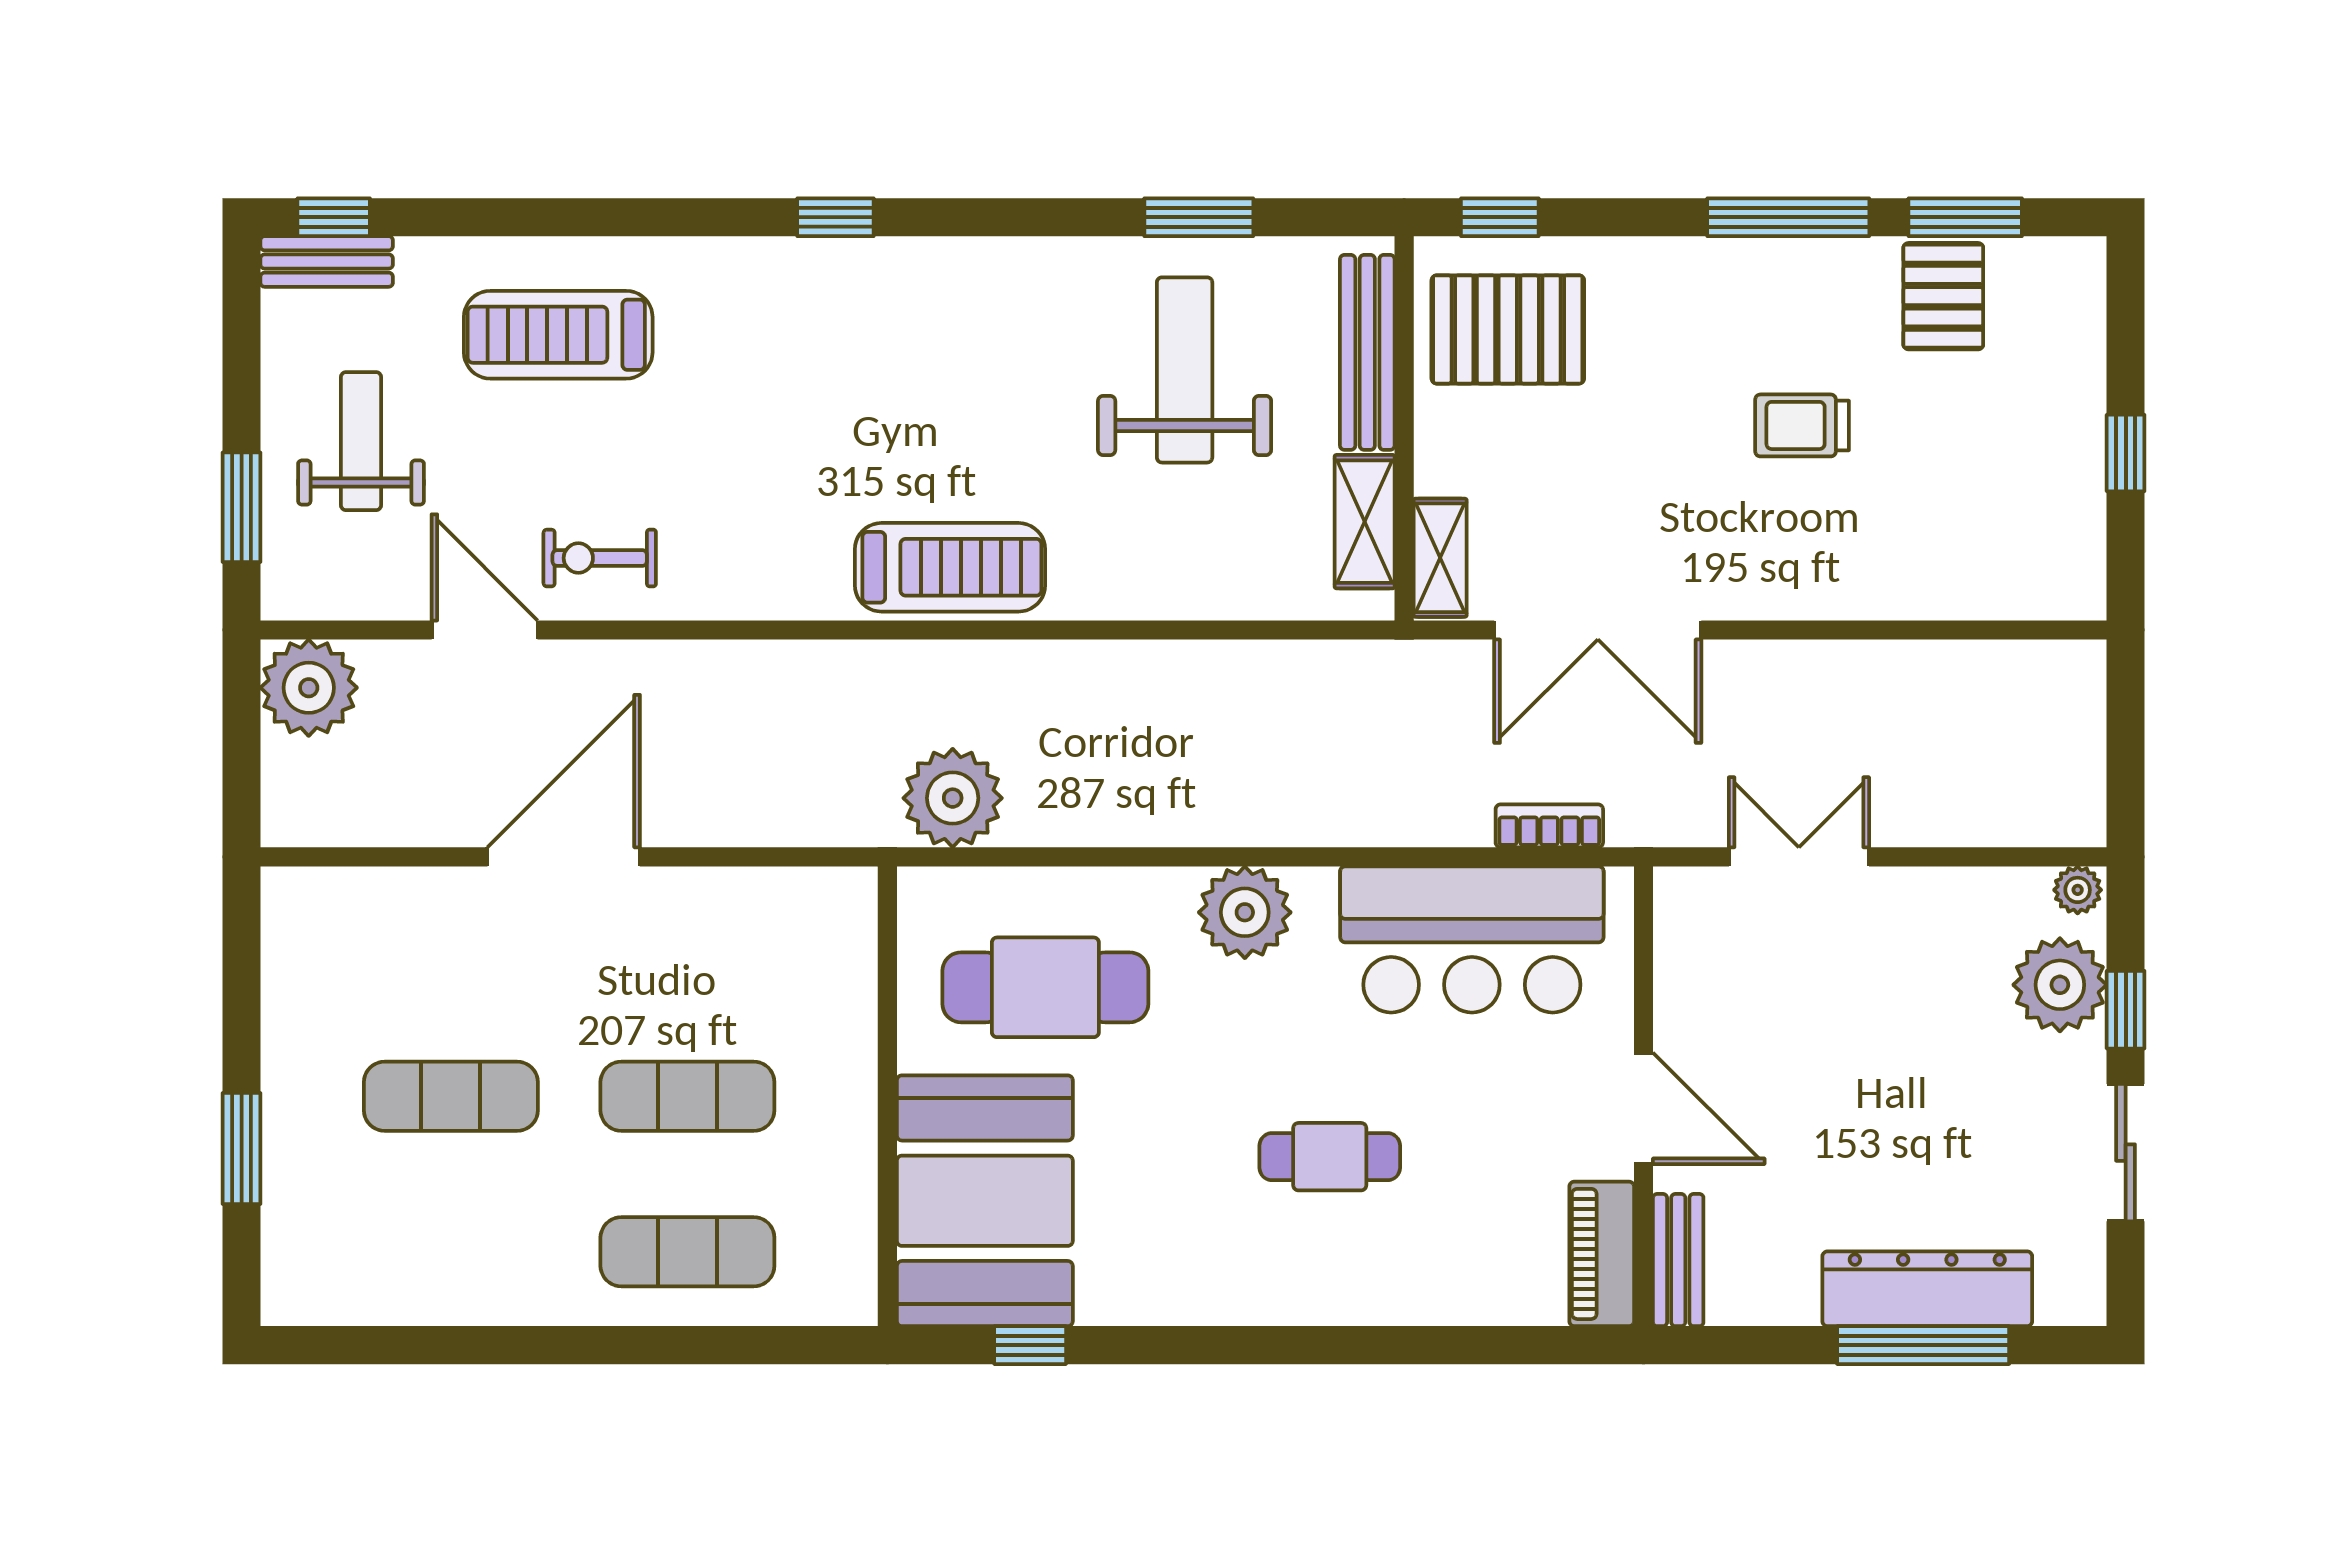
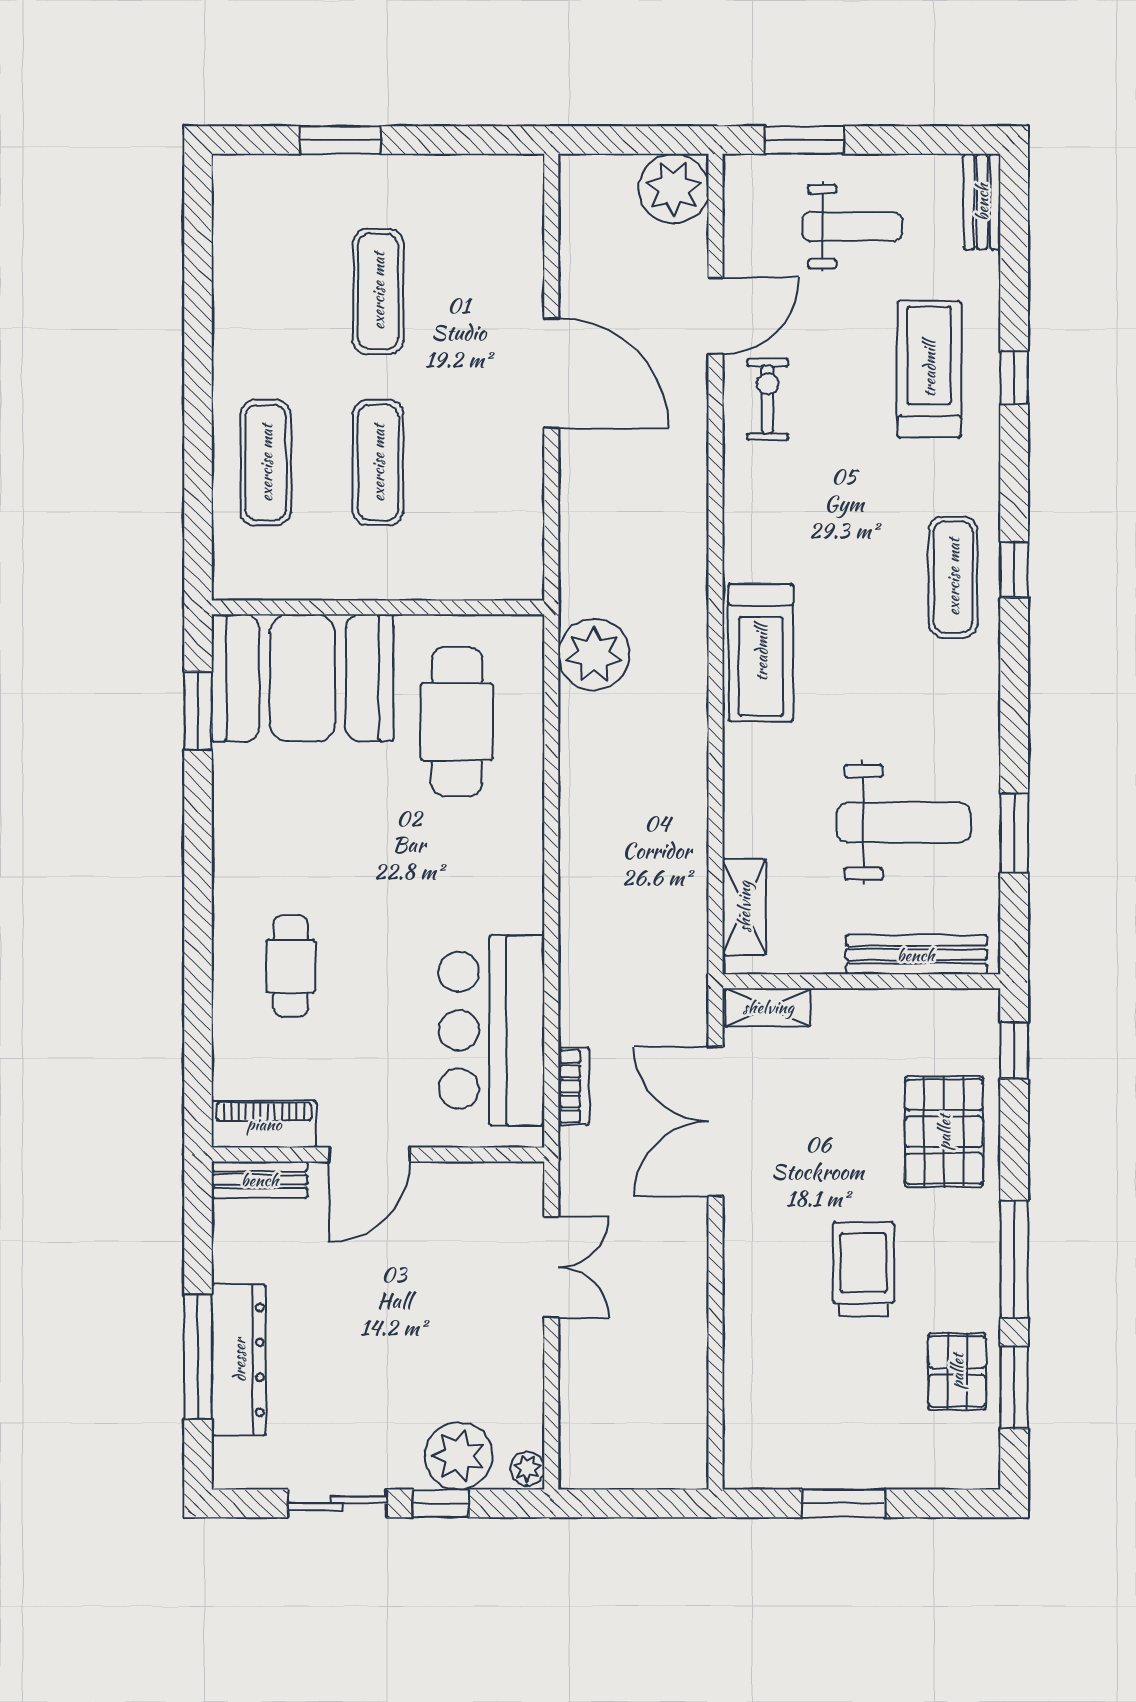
window: (334, 217) -> (1014, 378), moved
pallet: (1943, 296) -> (957, 1371), turned 90
exercise mat: (845, 302) -> (953, 577), added
pallet: (1508, 329) -> (944, 1132), moved
trolley: (1802, 425) -> (863, 1269), width x1.36, depth x1.39
window: (2126, 453) -> (844, 1503), width x1.50
shelving: (1365, 522) -> (744, 907), moved, turned 90
plant: (1245, 912) -> (511, 866), removed
cafe table: (1330, 1157) -> (291, 966), moved
window: (1030, 1345) -> (198, 711), width x1.50

